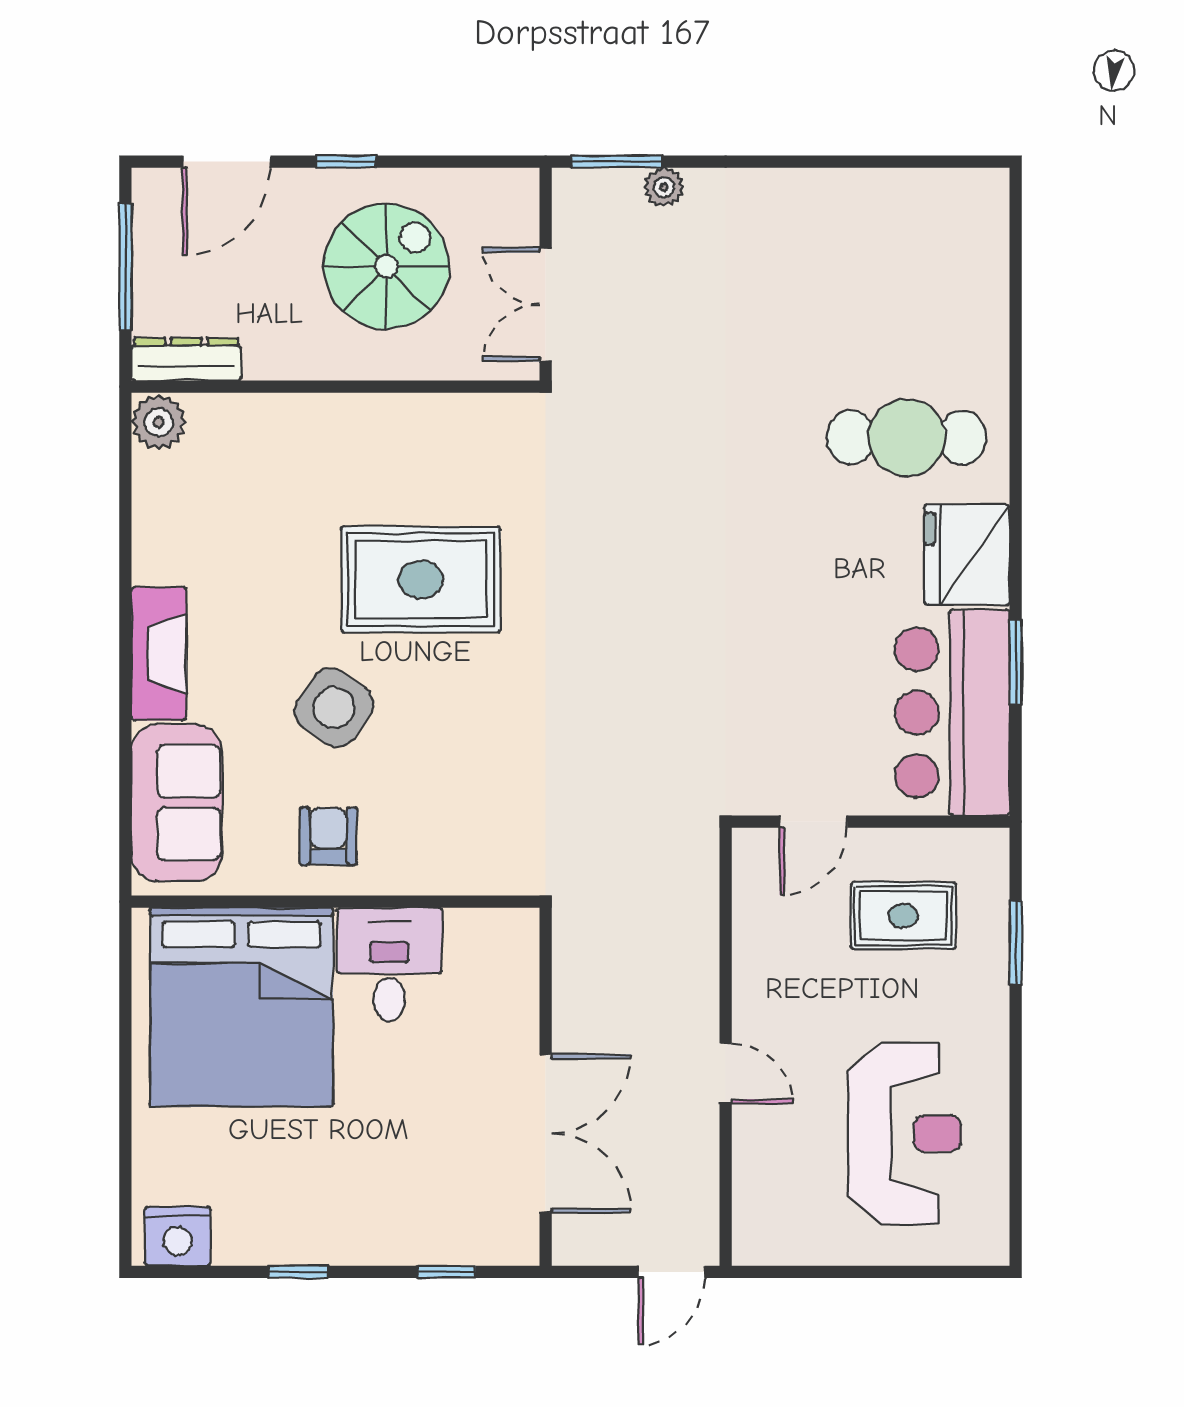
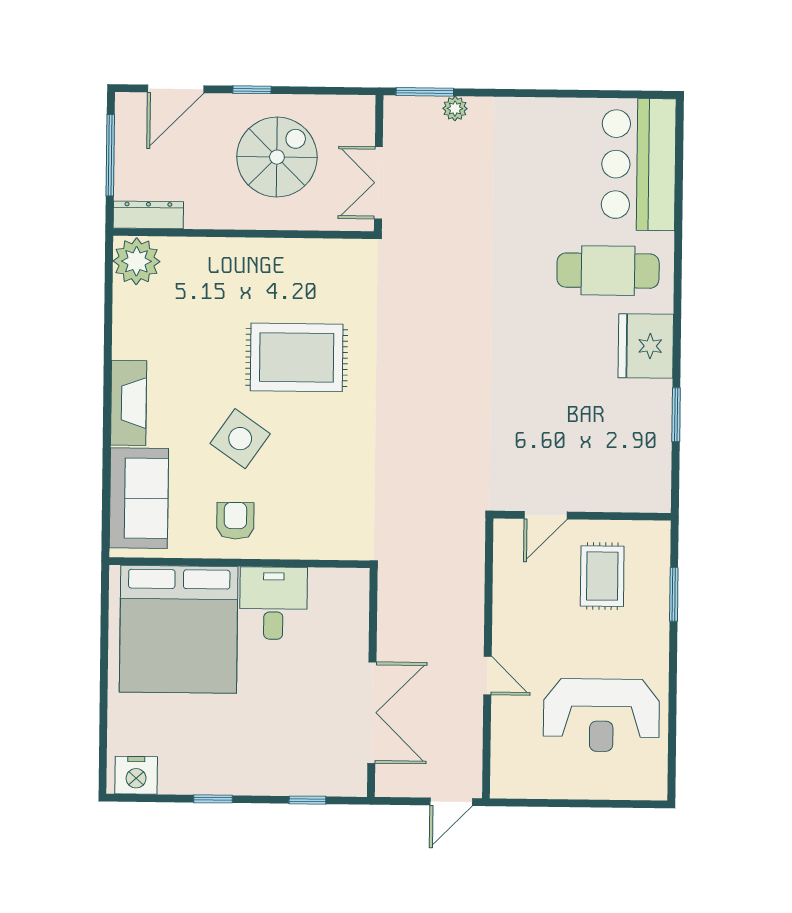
plant: (159, 422) -> (136, 261), width x1.36, depth x1.36
bar counter: (952, 712) -> (639, 164), moved
rug: (903, 916) -> (602, 576), turned 90
reception desk: (905, 1133) -> (601, 715), turned 90

